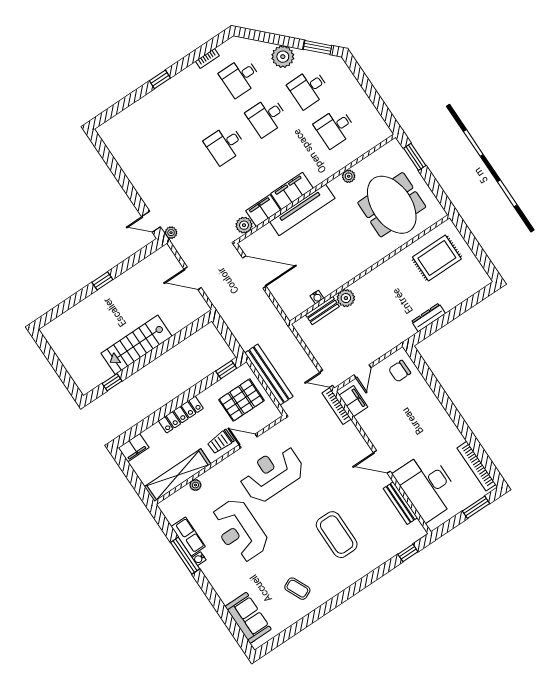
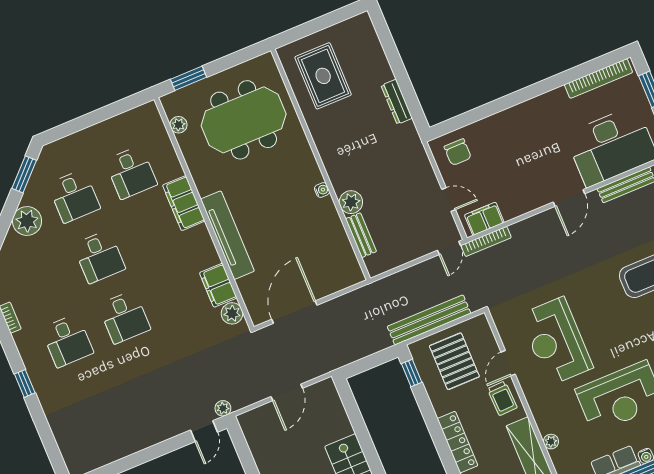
desk: (240, 77) -> (67, 341), moved
plant: (349, 176) -> (178, 125), moved
filing cabinet: (292, 191) -> (184, 203), moved
water cooler: (317, 297) -> (322, 190), moved

